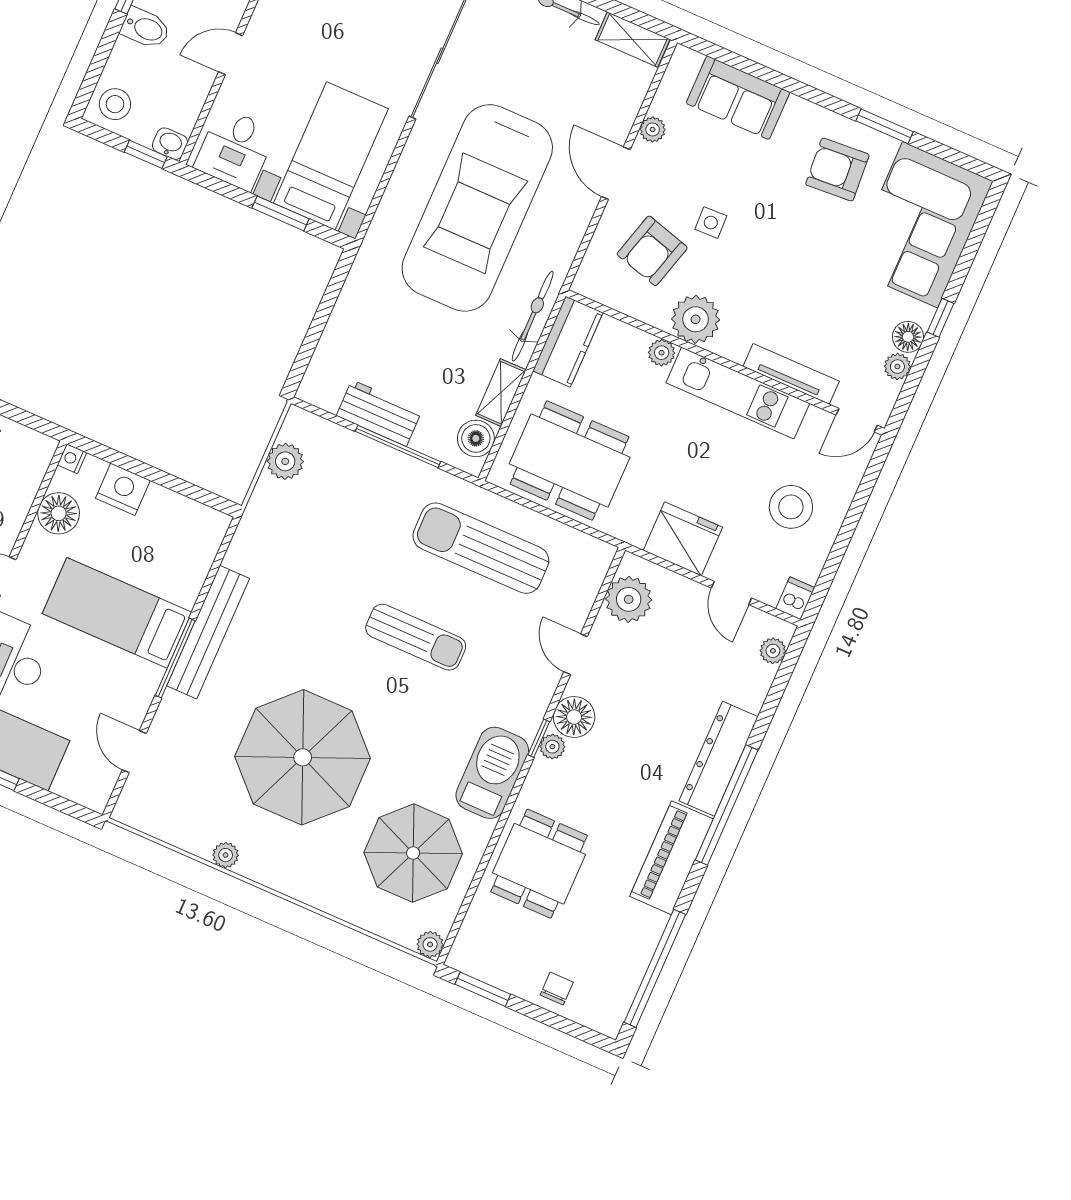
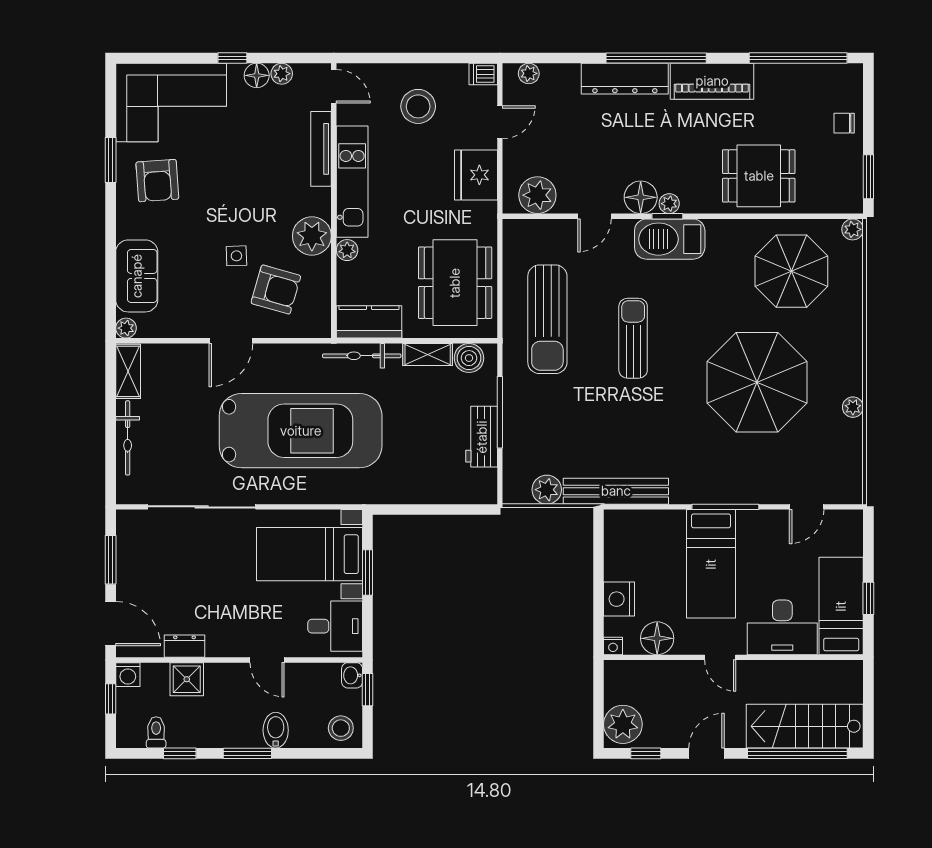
plant: (653, 129) -> (126, 328), moved
bench: (208, 632) -> (616, 491), moved
barbecue: (492, 773) -> (670, 239), moved

